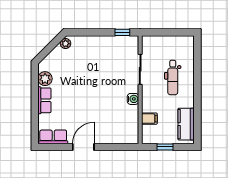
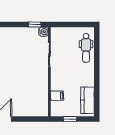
dental chair: (173, 78) -> (86, 48), moved
water cooler: (133, 99) -> (44, 32), moved

